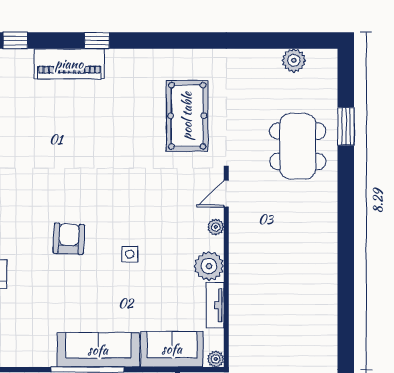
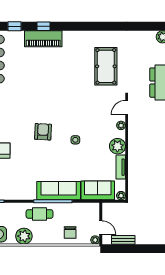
window: (97, 41) -> (44, 26), moved

